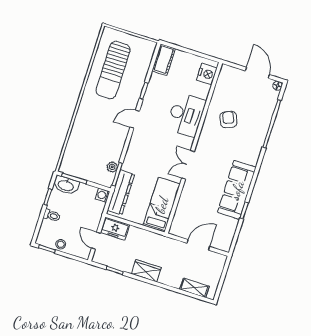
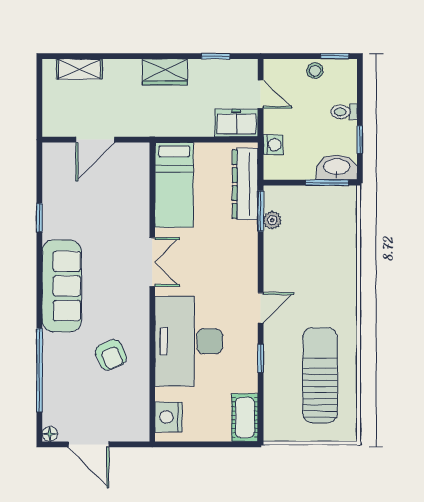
desk: (186, 115) -> (189, 341), width x1.36, depth x1.30
sofa: (237, 190) -> (62, 286), moved
washing machine: (103, 195) -> (273, 145), moved

